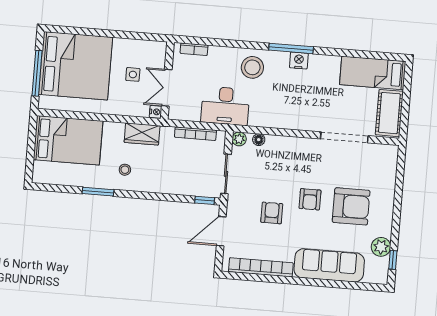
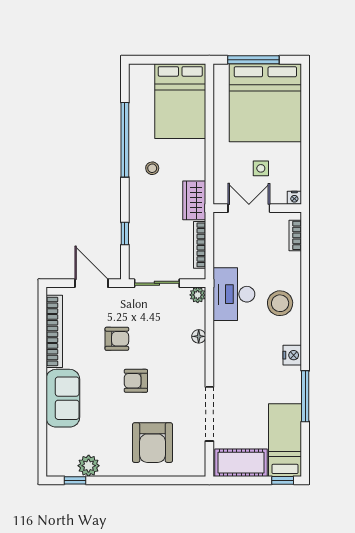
window: (291, 48) -> (305, 396), moved
window: (408, 78) -> (283, 480), added
desk: (225, 106) -> (234, 294), moved
nightstand: (156, 112) -> (294, 198), moved
wardrobe: (142, 134) -> (194, 200), moved
floor lamp: (259, 140) -> (199, 336), moved
window: (98, 192) -> (125, 140), width x2.11
window: (205, 200) -> (125, 234), moved
armchair: (351, 206) -> (152, 443), moved
sofa: (329, 265) -> (63, 398), width x0.73

